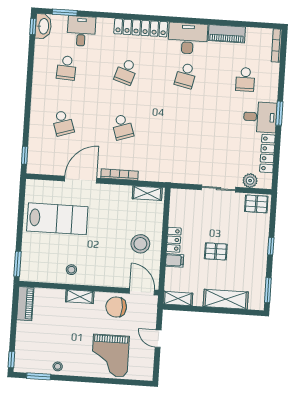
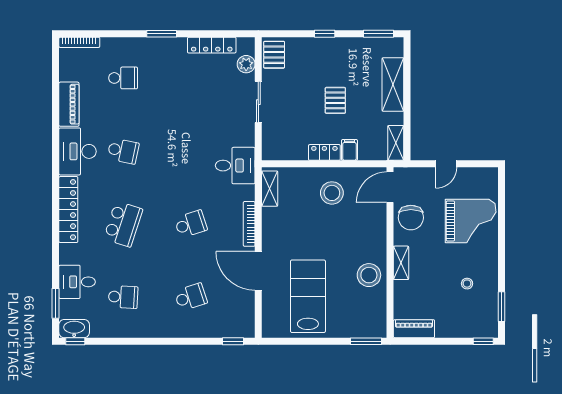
school desk: (126, 72) -> (123, 224), width x1.85
desk: (260, 117) -> (235, 166), moved, turned 90
stool: (71, 270) -> (369, 275), width x1.89, depth x1.89
stool: (58, 366) -> (467, 284), moved

